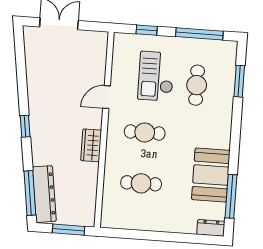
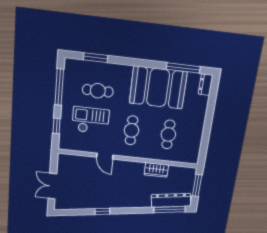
checkout: (156, 76) -> (91, 120), turned 180
window: (25, 126) -> (102, 211), moved
wardrobe: (91, 145) -> (156, 170), moved
booth: (211, 175) -> (158, 88), width x1.36, depth x1.42

